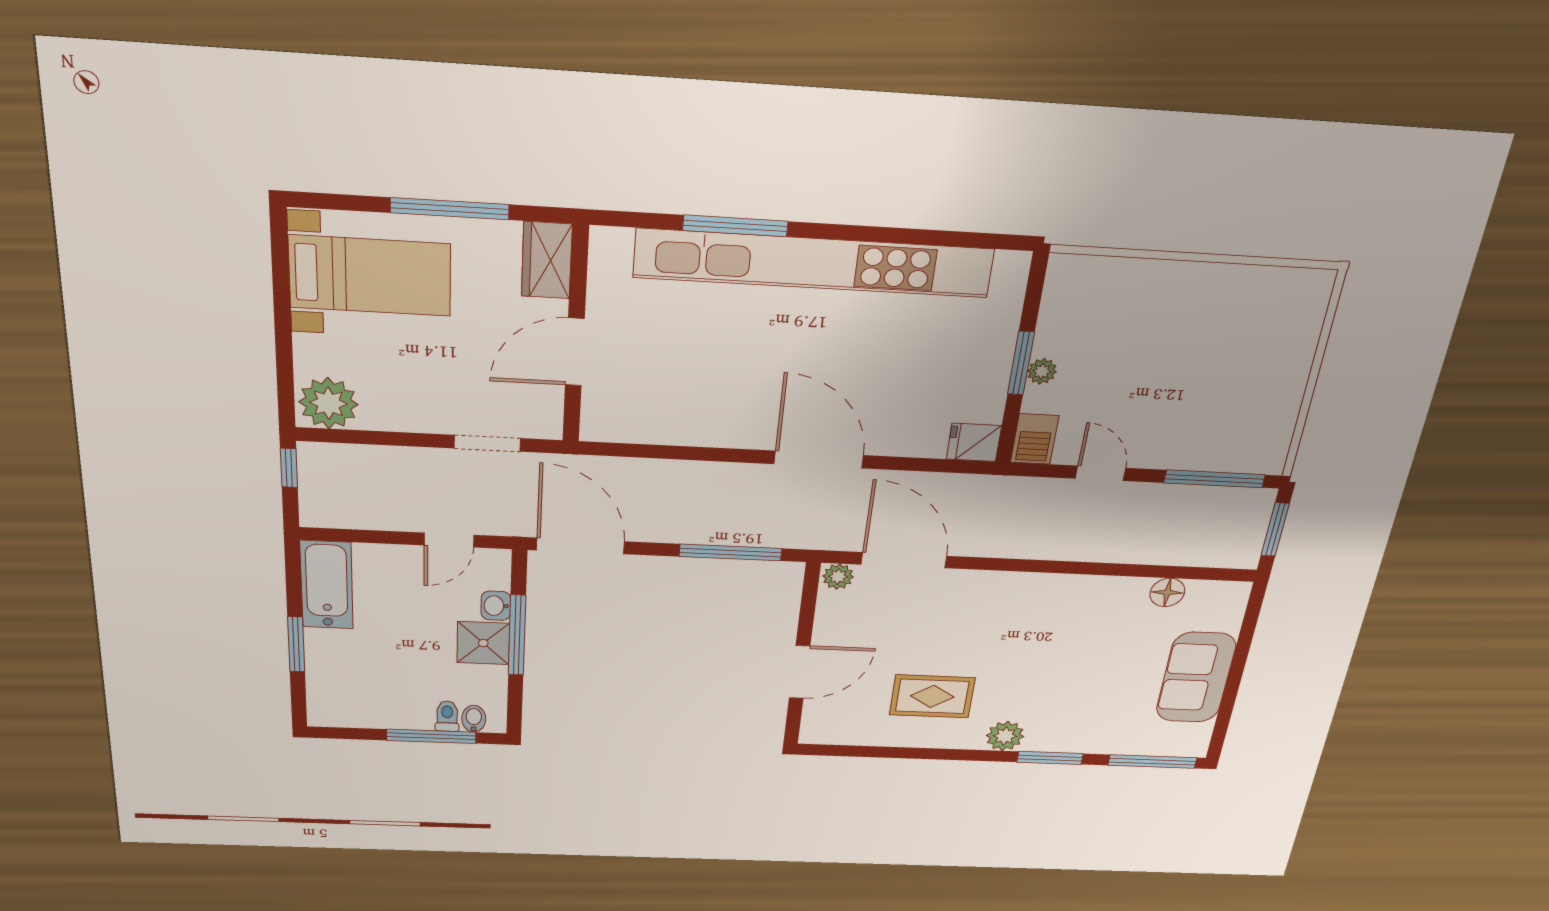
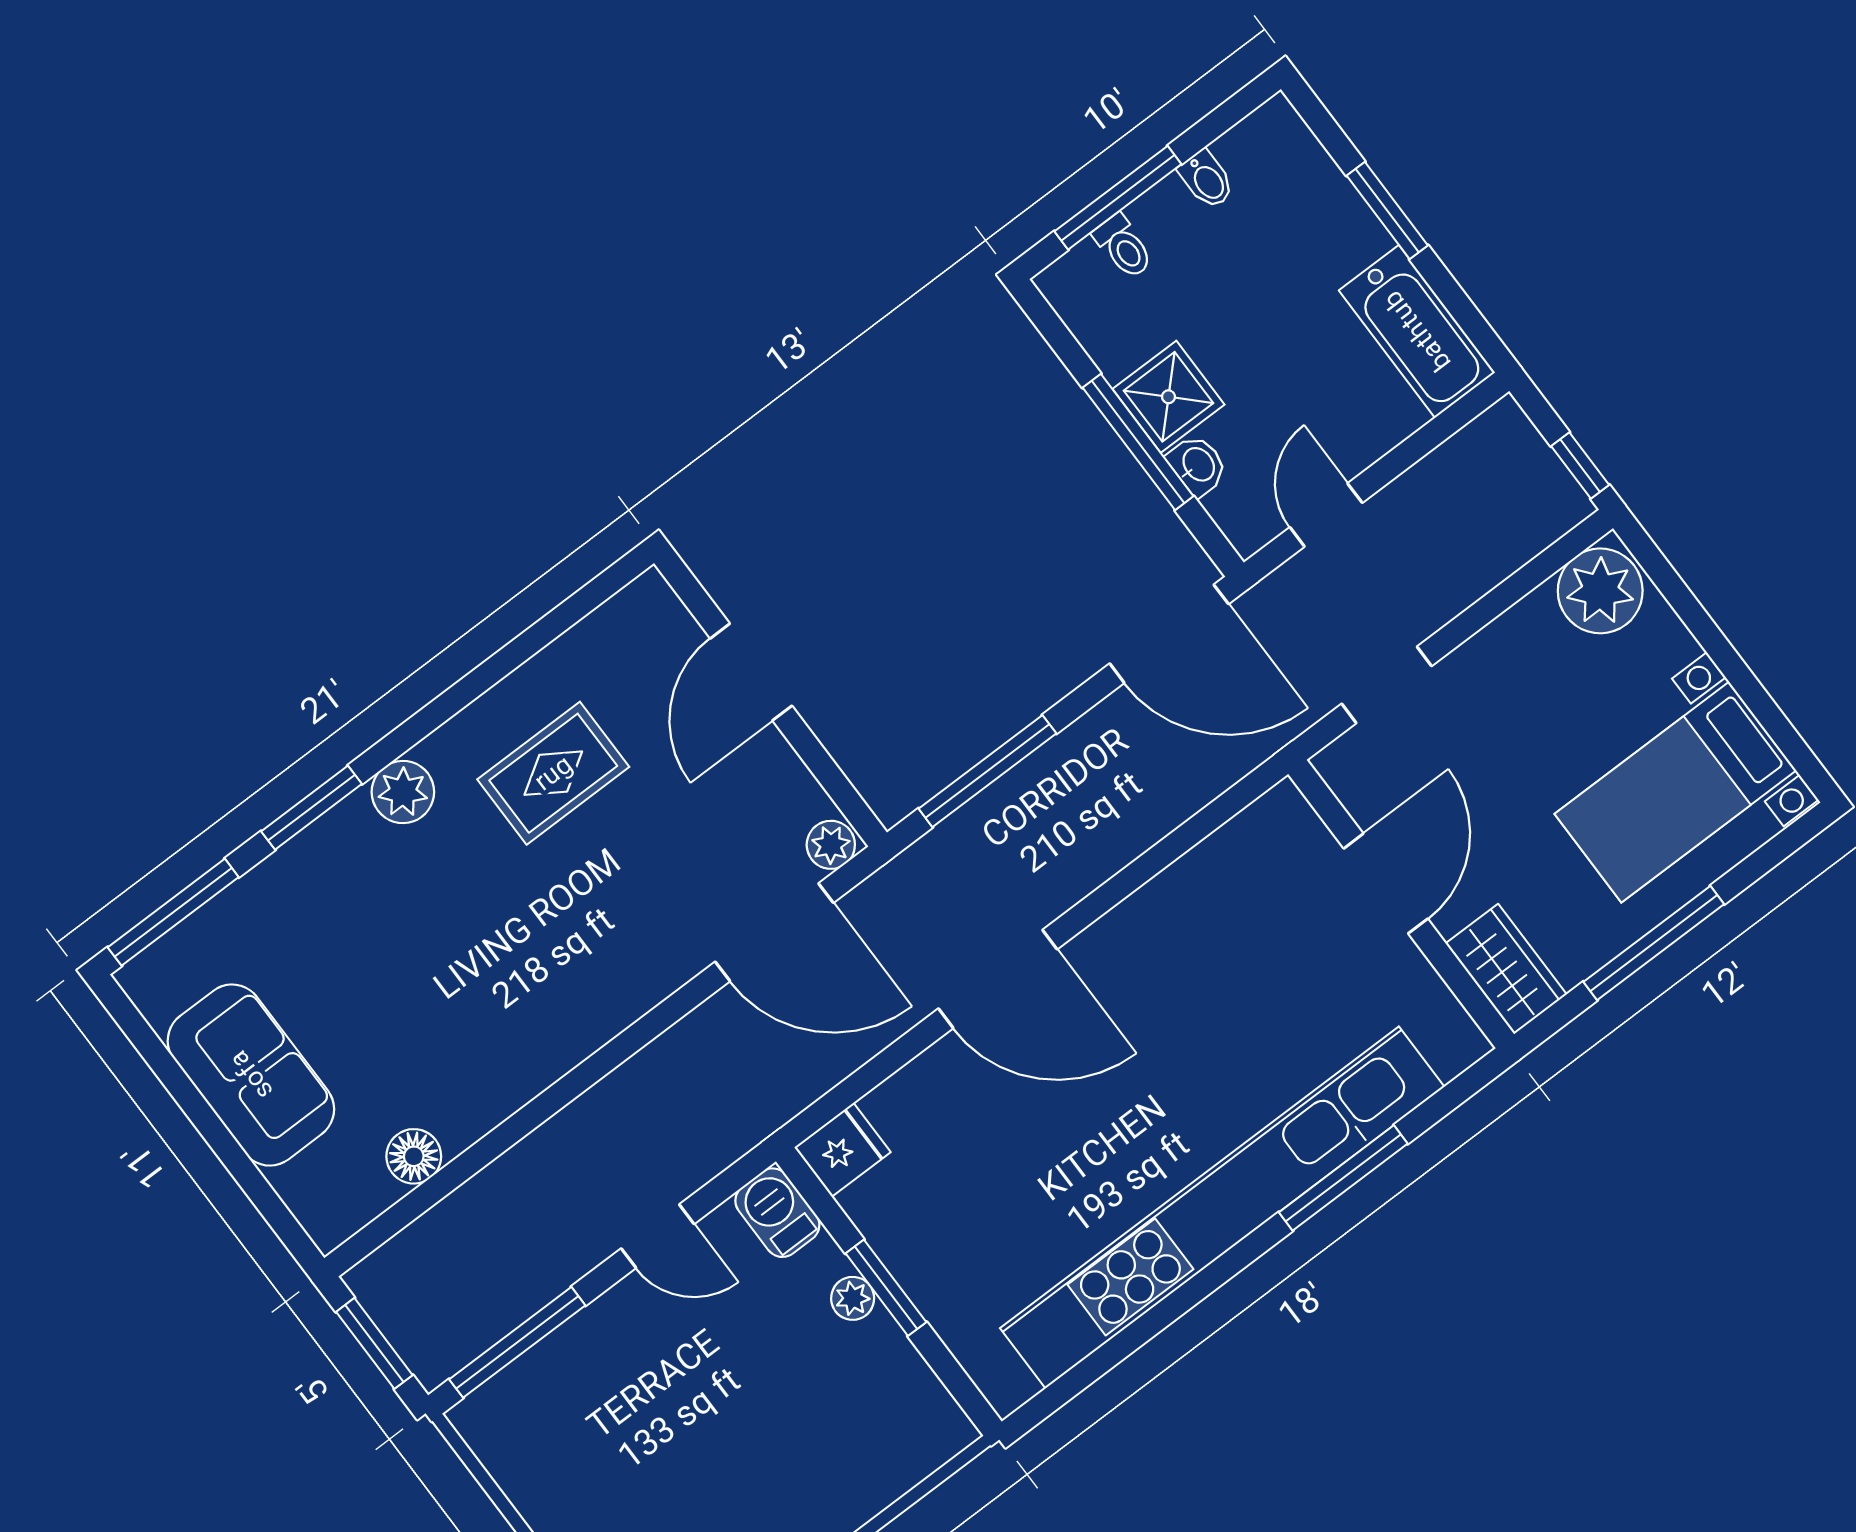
bidet: (474, 719) -> (1207, 179), moved

